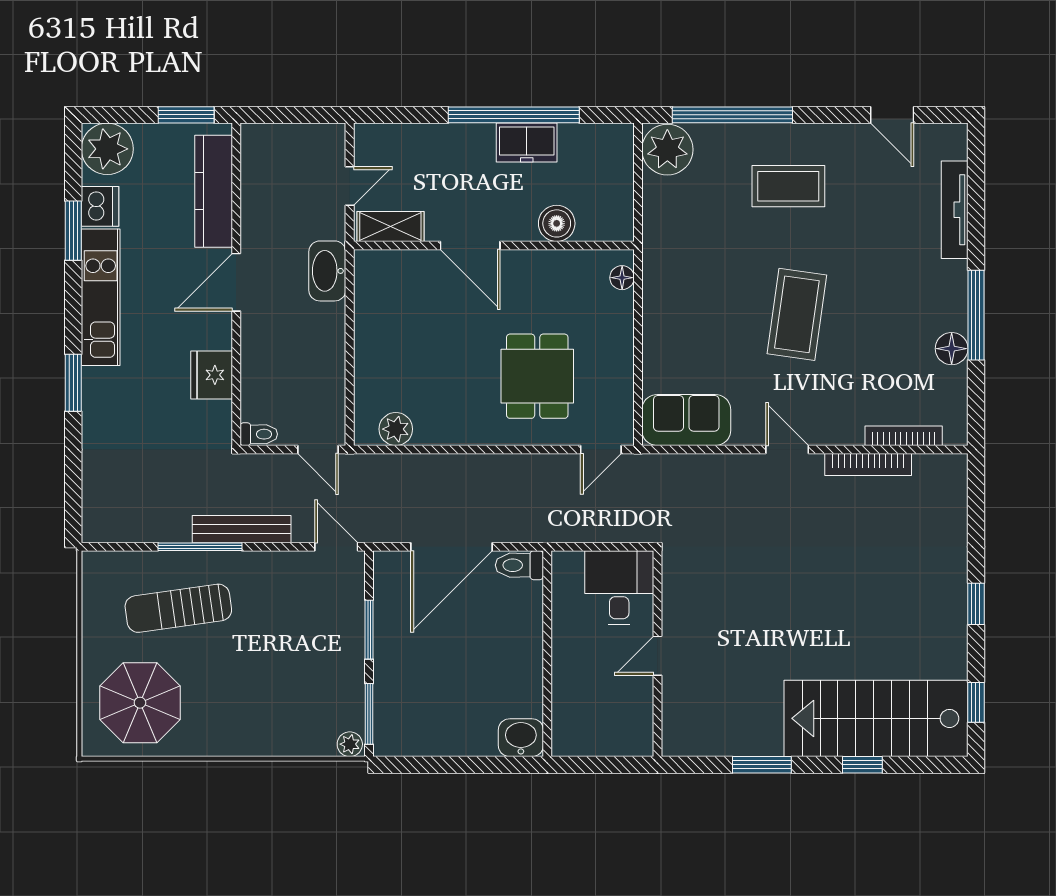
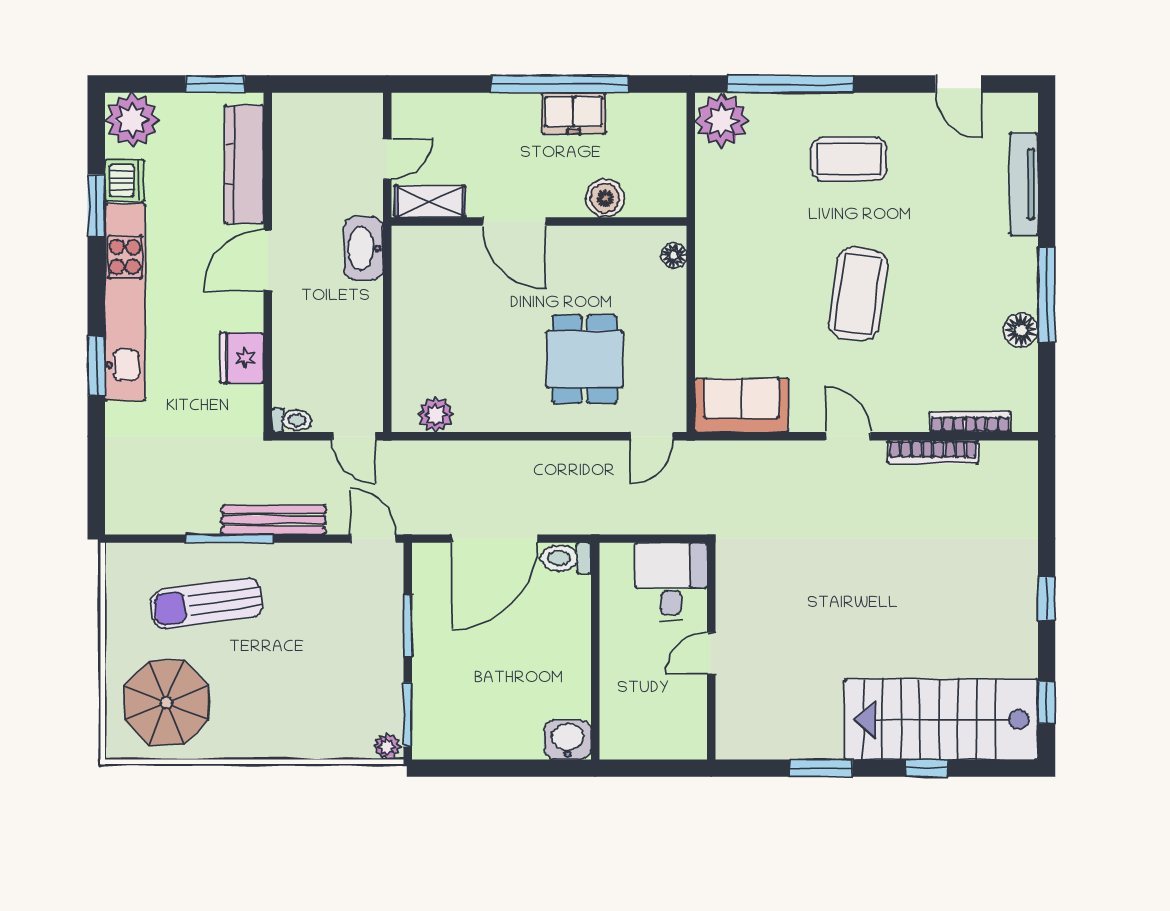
kitchen unit: (101, 297) -> (125, 302), width x1.36

